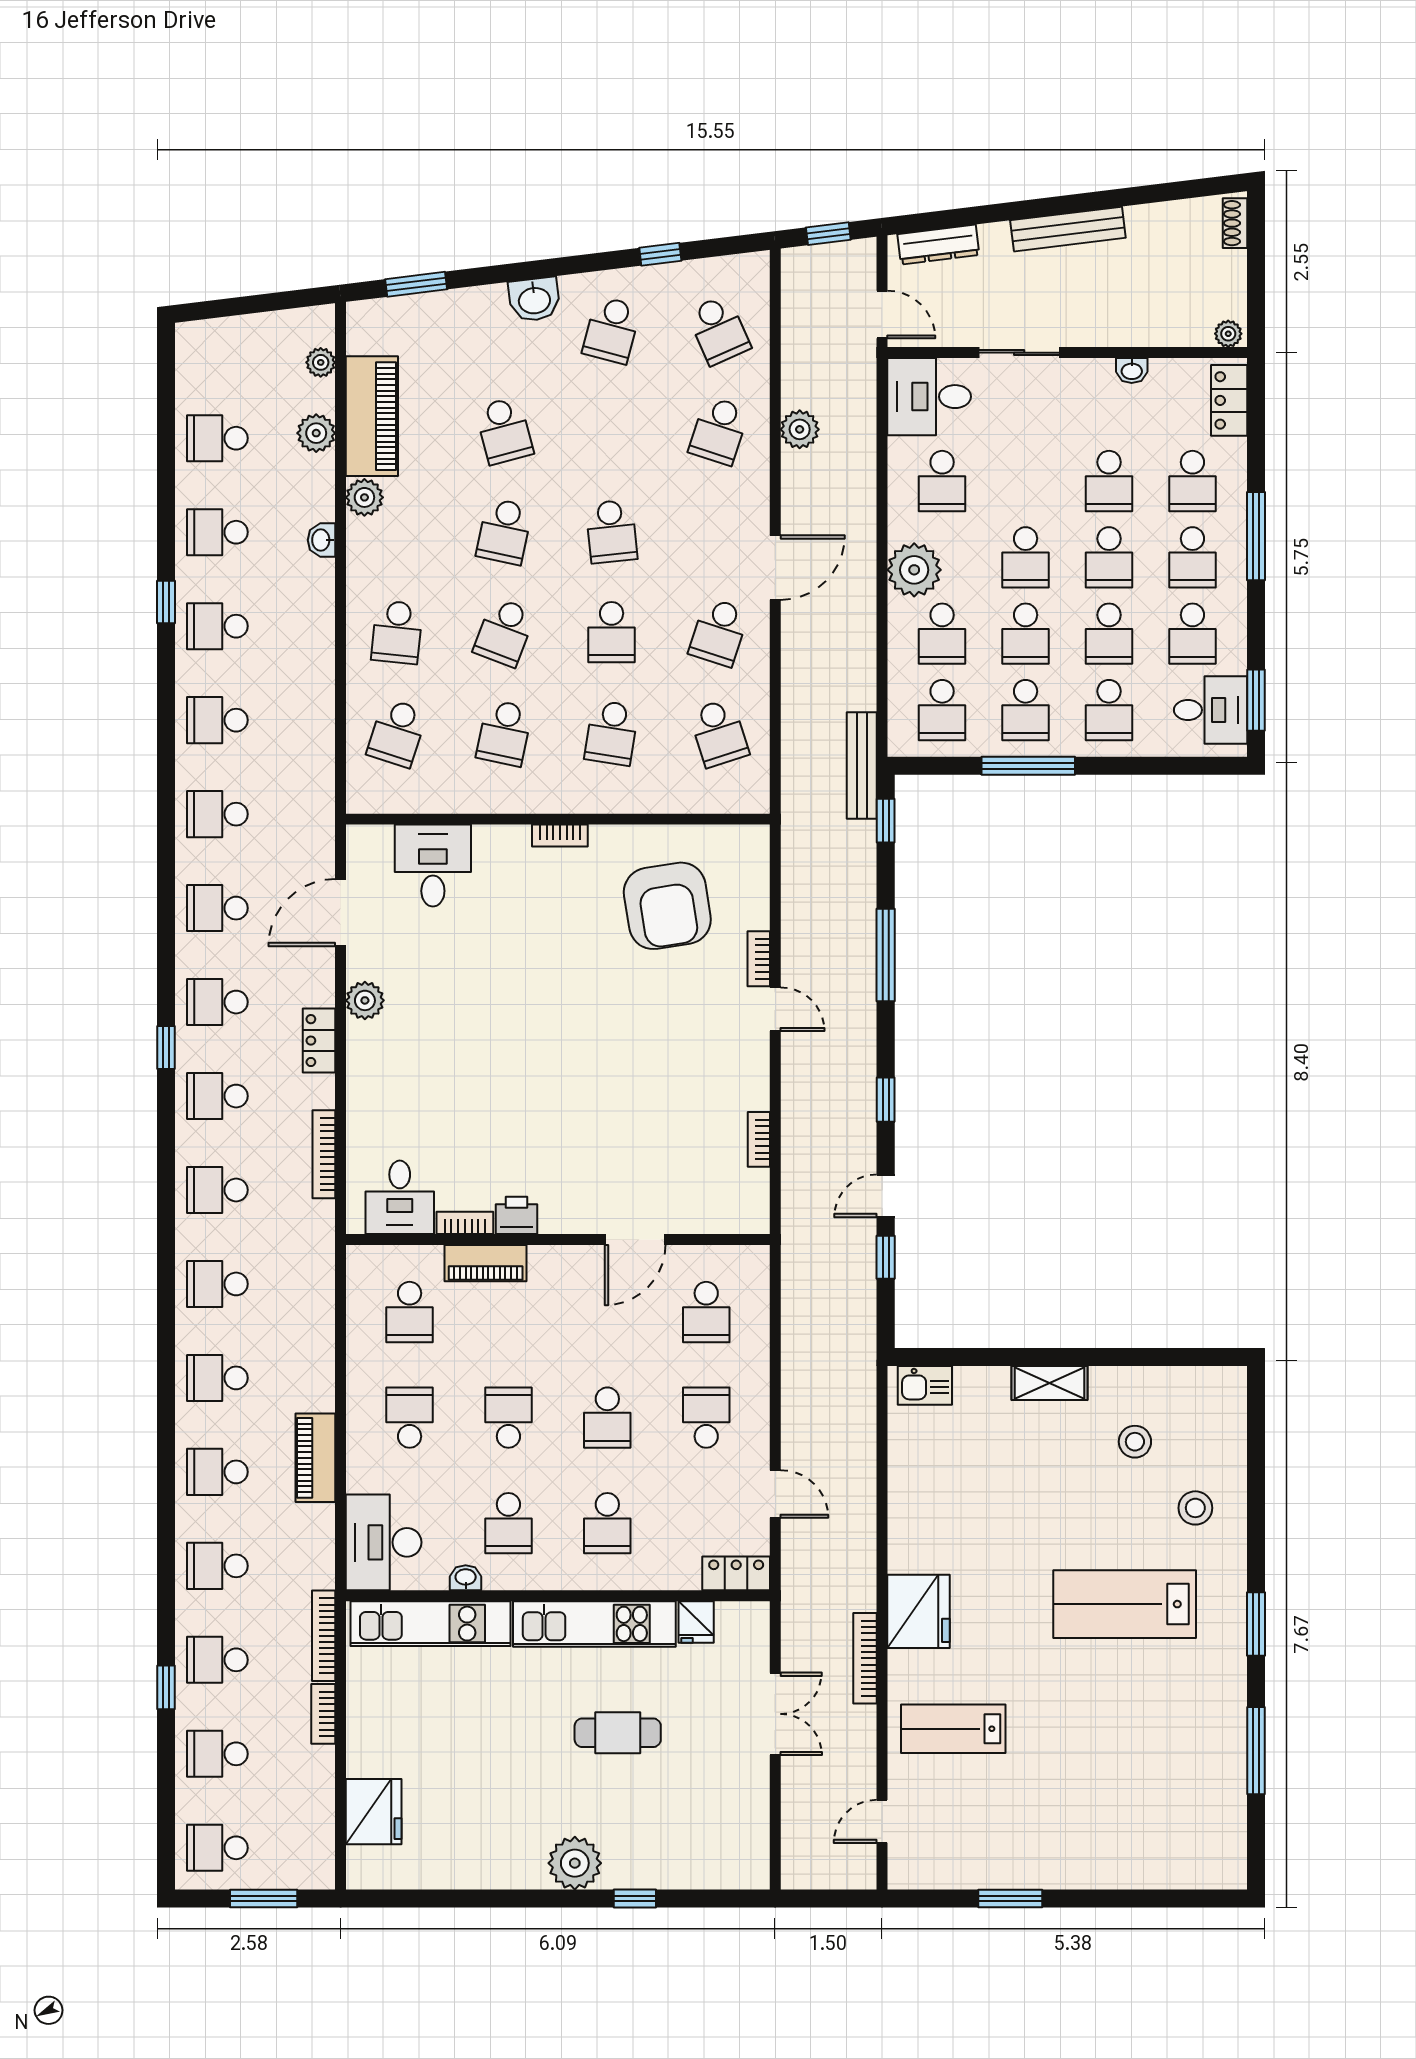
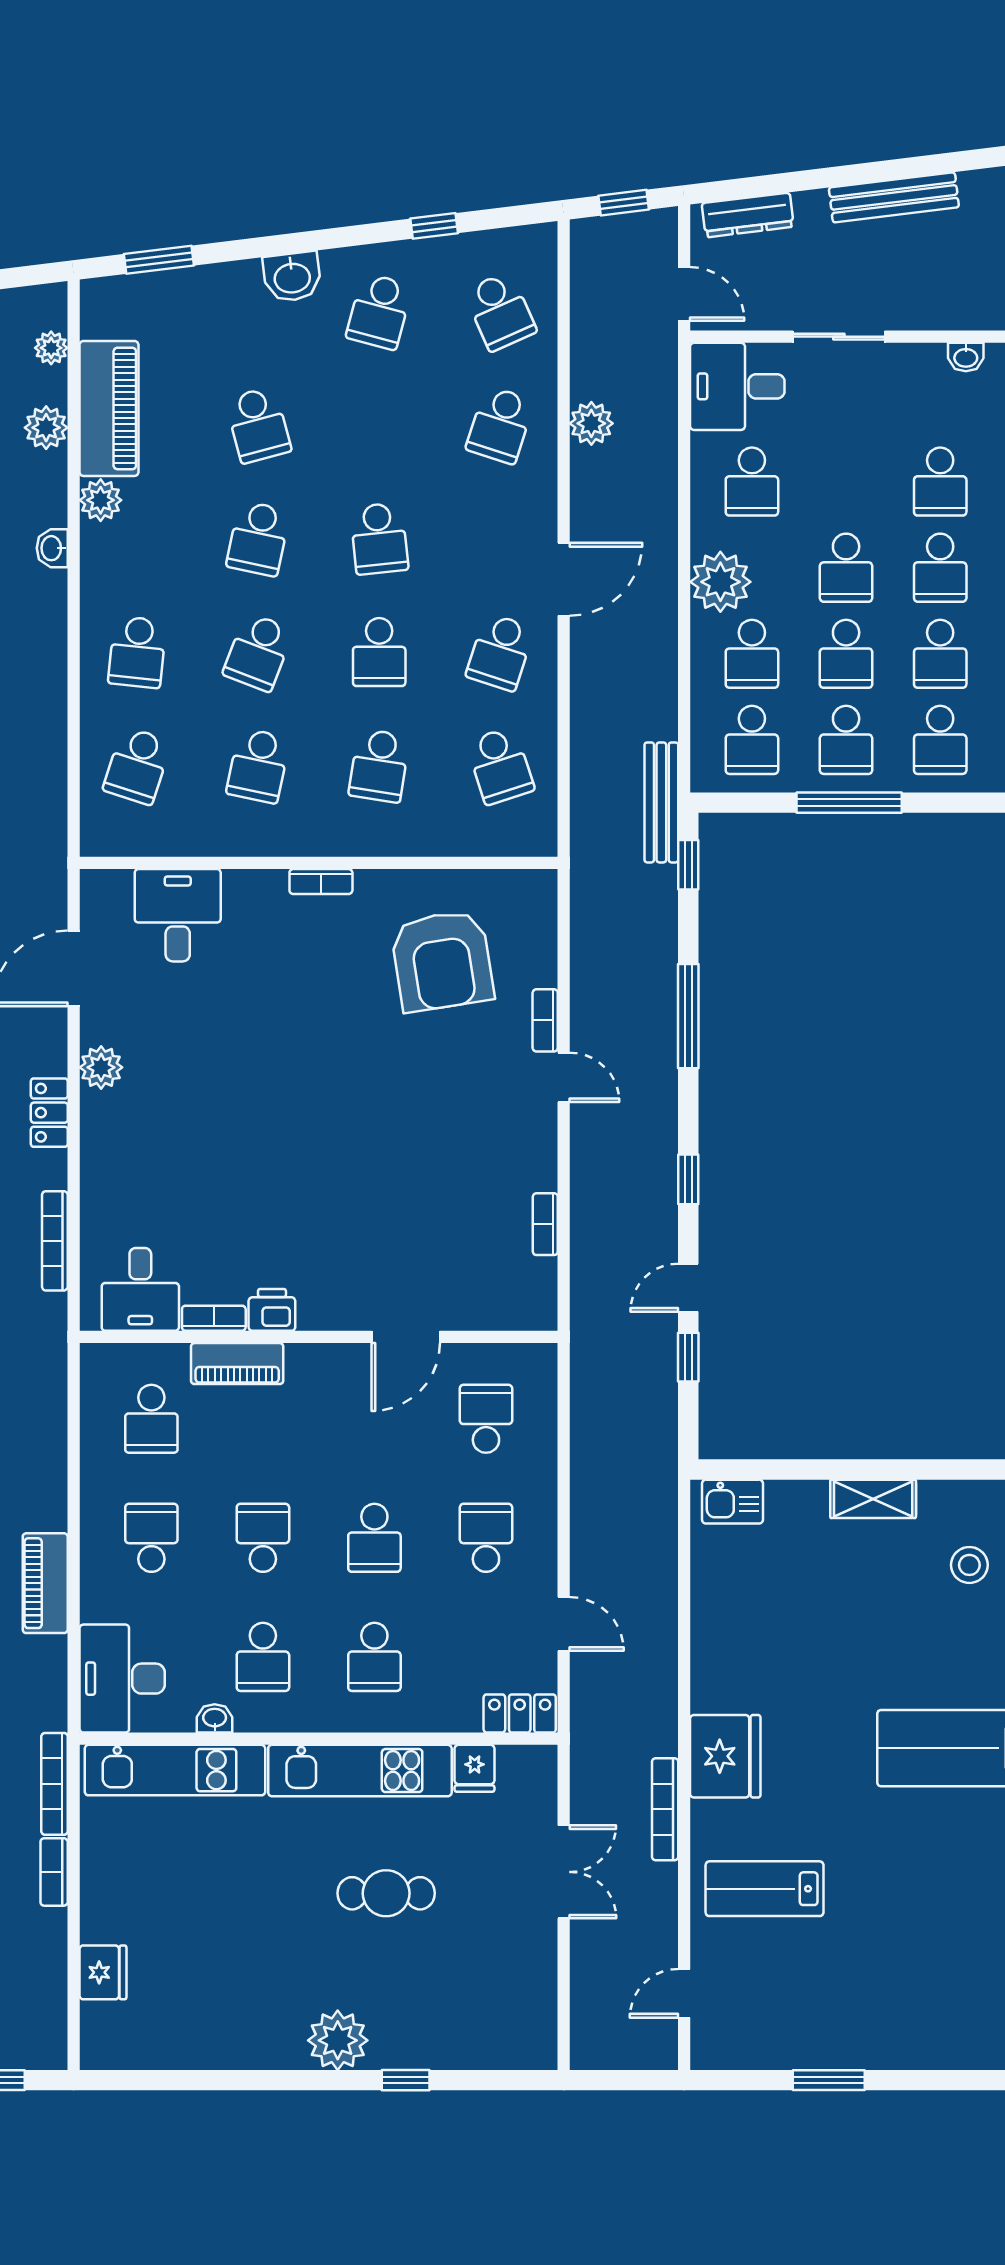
school desk: (706, 1312) -> (486, 1419), turned 180
fridge: (374, 1812) -> (103, 1972), width x0.73, depth x0.75

